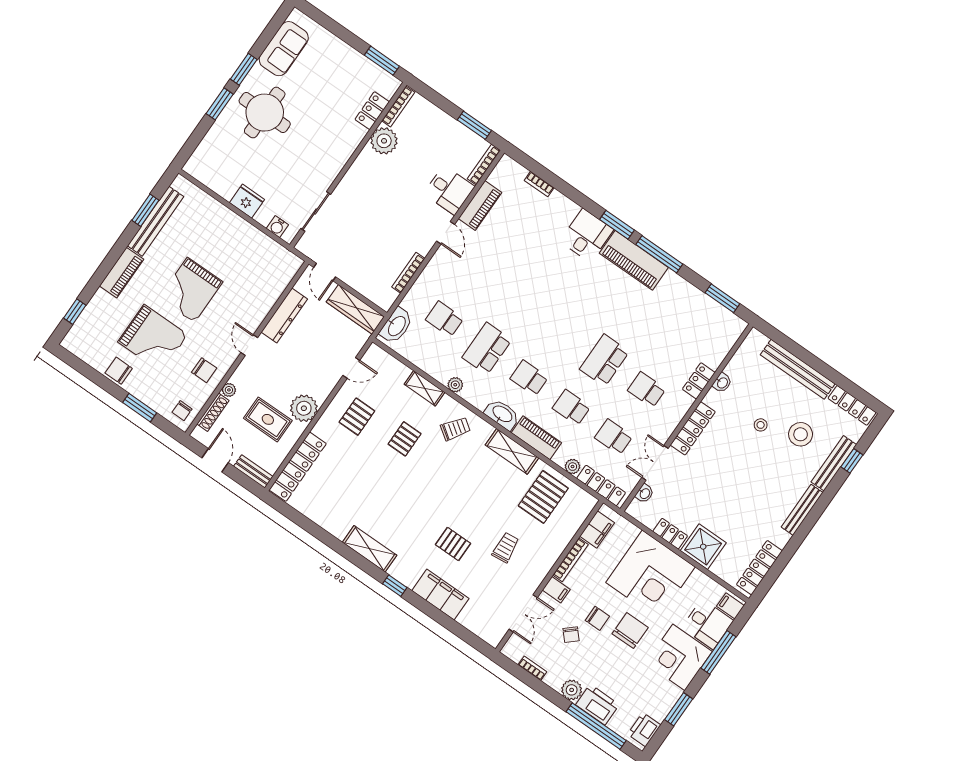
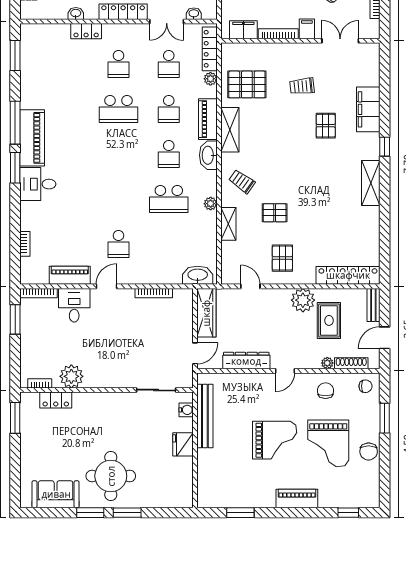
bookcase: (398, 107) -> (40, 383), width x0.64
bench: (156, 221) -> (205, 416), moved, turned 90
school desk: (445, 319) -> (119, 244), moved
grand piano: (153, 338) -> (328, 443), turned 180
pallet: (357, 417) -> (282, 258), turned 90

